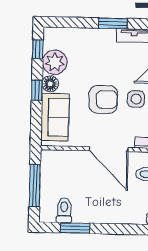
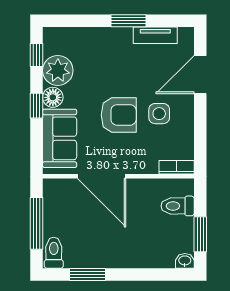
door: (109, 149) -> (102, 176), moved
toilet: (64, 210) -> (54, 253), moved

